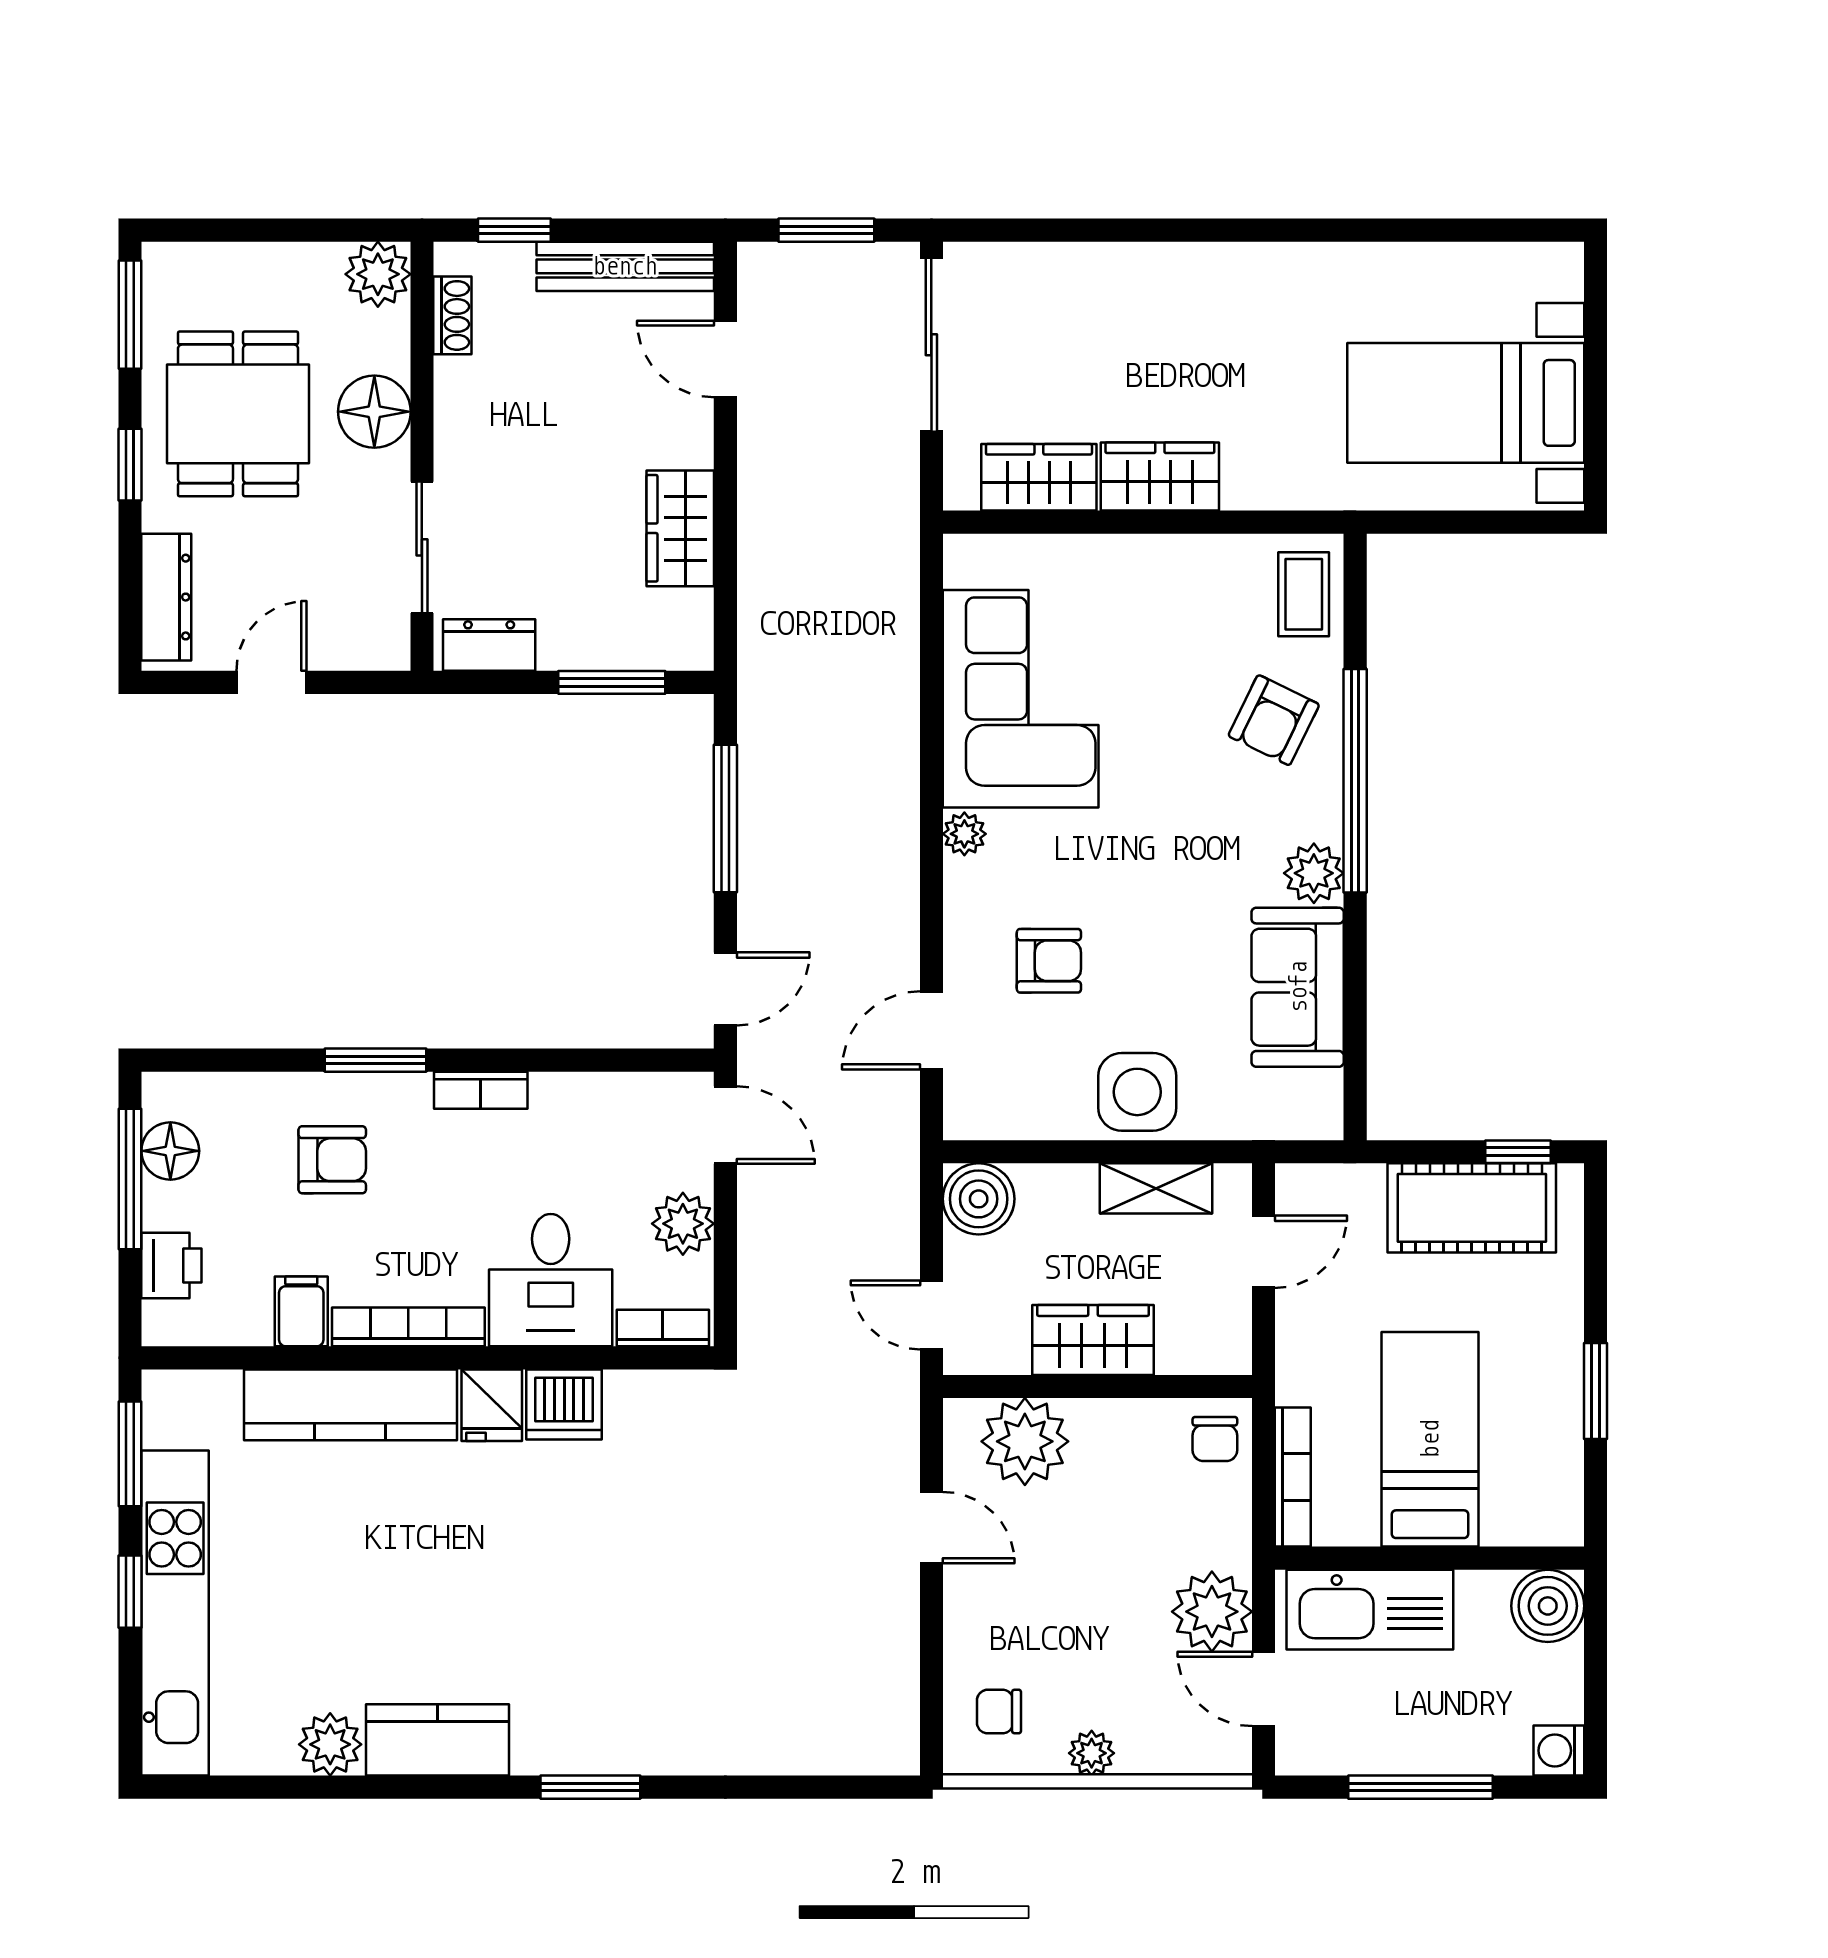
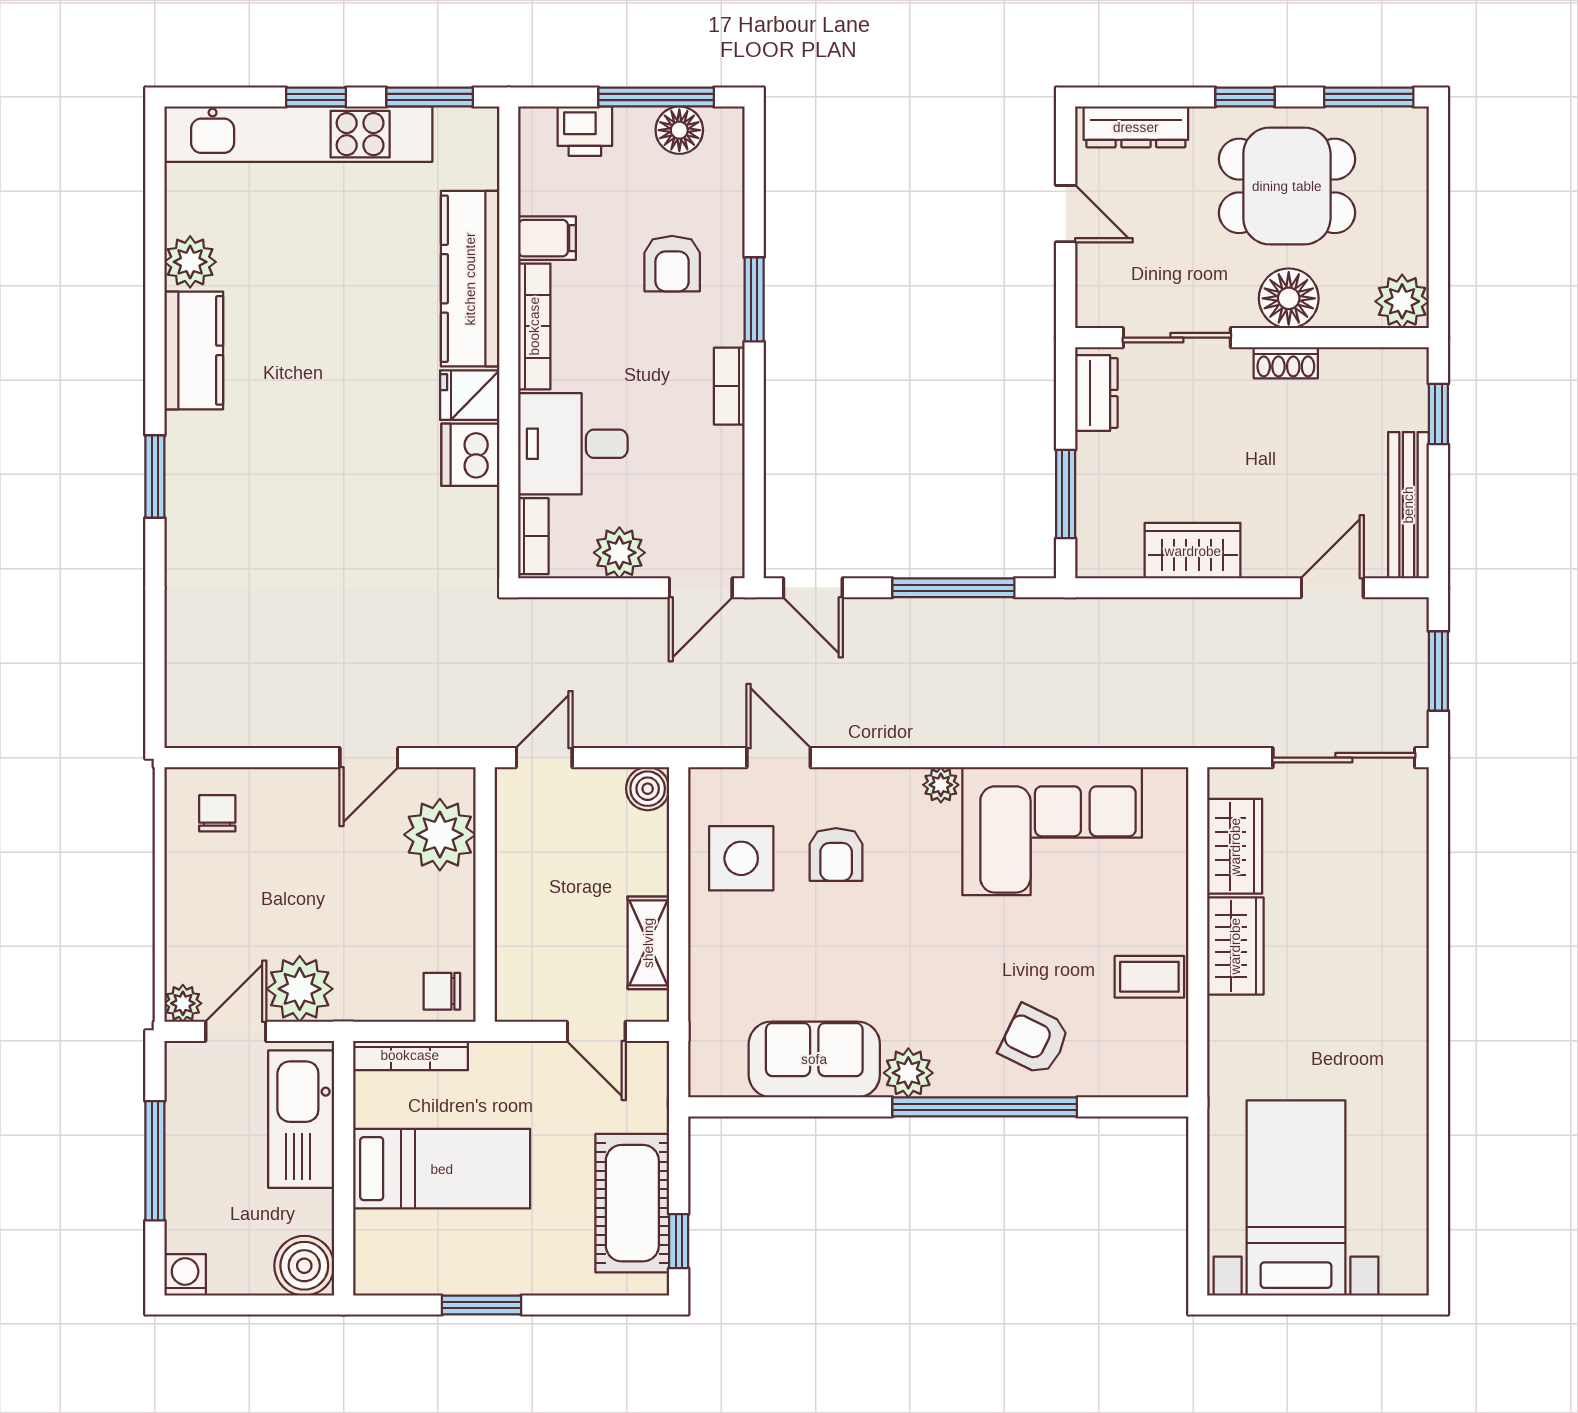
shoe rack: (452, 315) -> (1286, 363), moved
coffee table: (1304, 594) -> (1149, 977), moved
side table: (1137, 1092) -> (741, 858), moved
boiler: (979, 1199) -> (648, 789), width x0.73, depth x0.73
wardrobe: (1093, 1340) -> (524, 891), removed
plant: (1092, 1753) -> (183, 1003), moved

